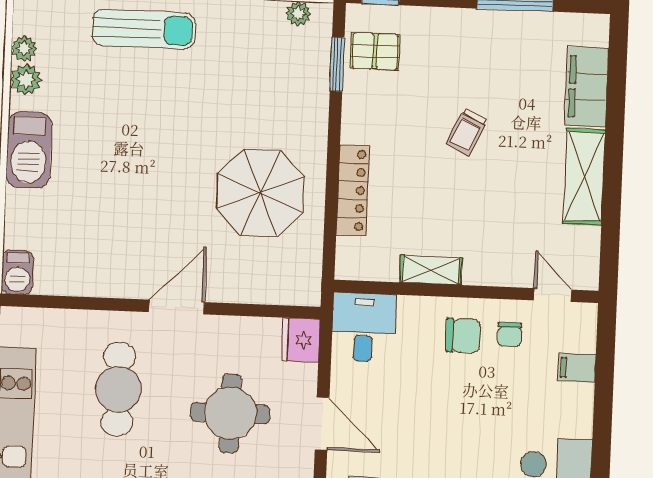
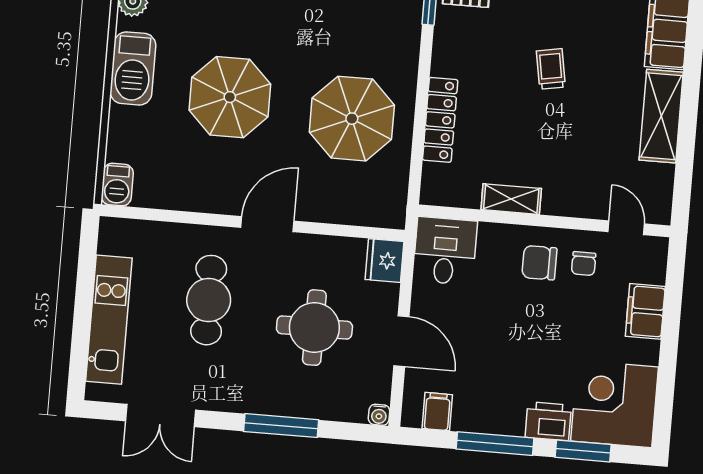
trolley: (467, 132) -> (551, 69), turned 145
parasol: (132, 176) -> (230, 97), added
chair: (463, 335) -> (539, 263), turned 180
filing cabinet: (577, 368) -> (645, 311), width x2.00

